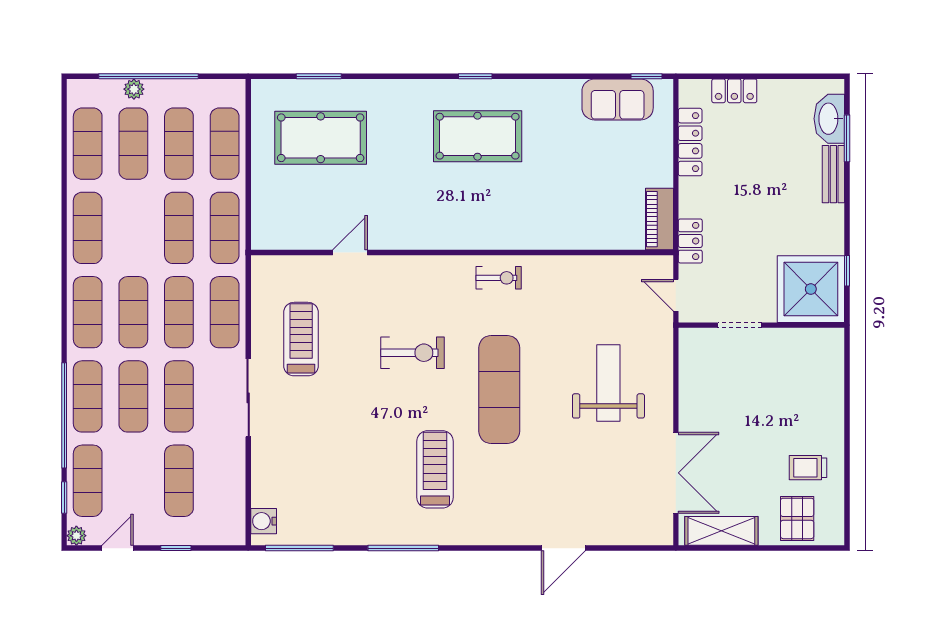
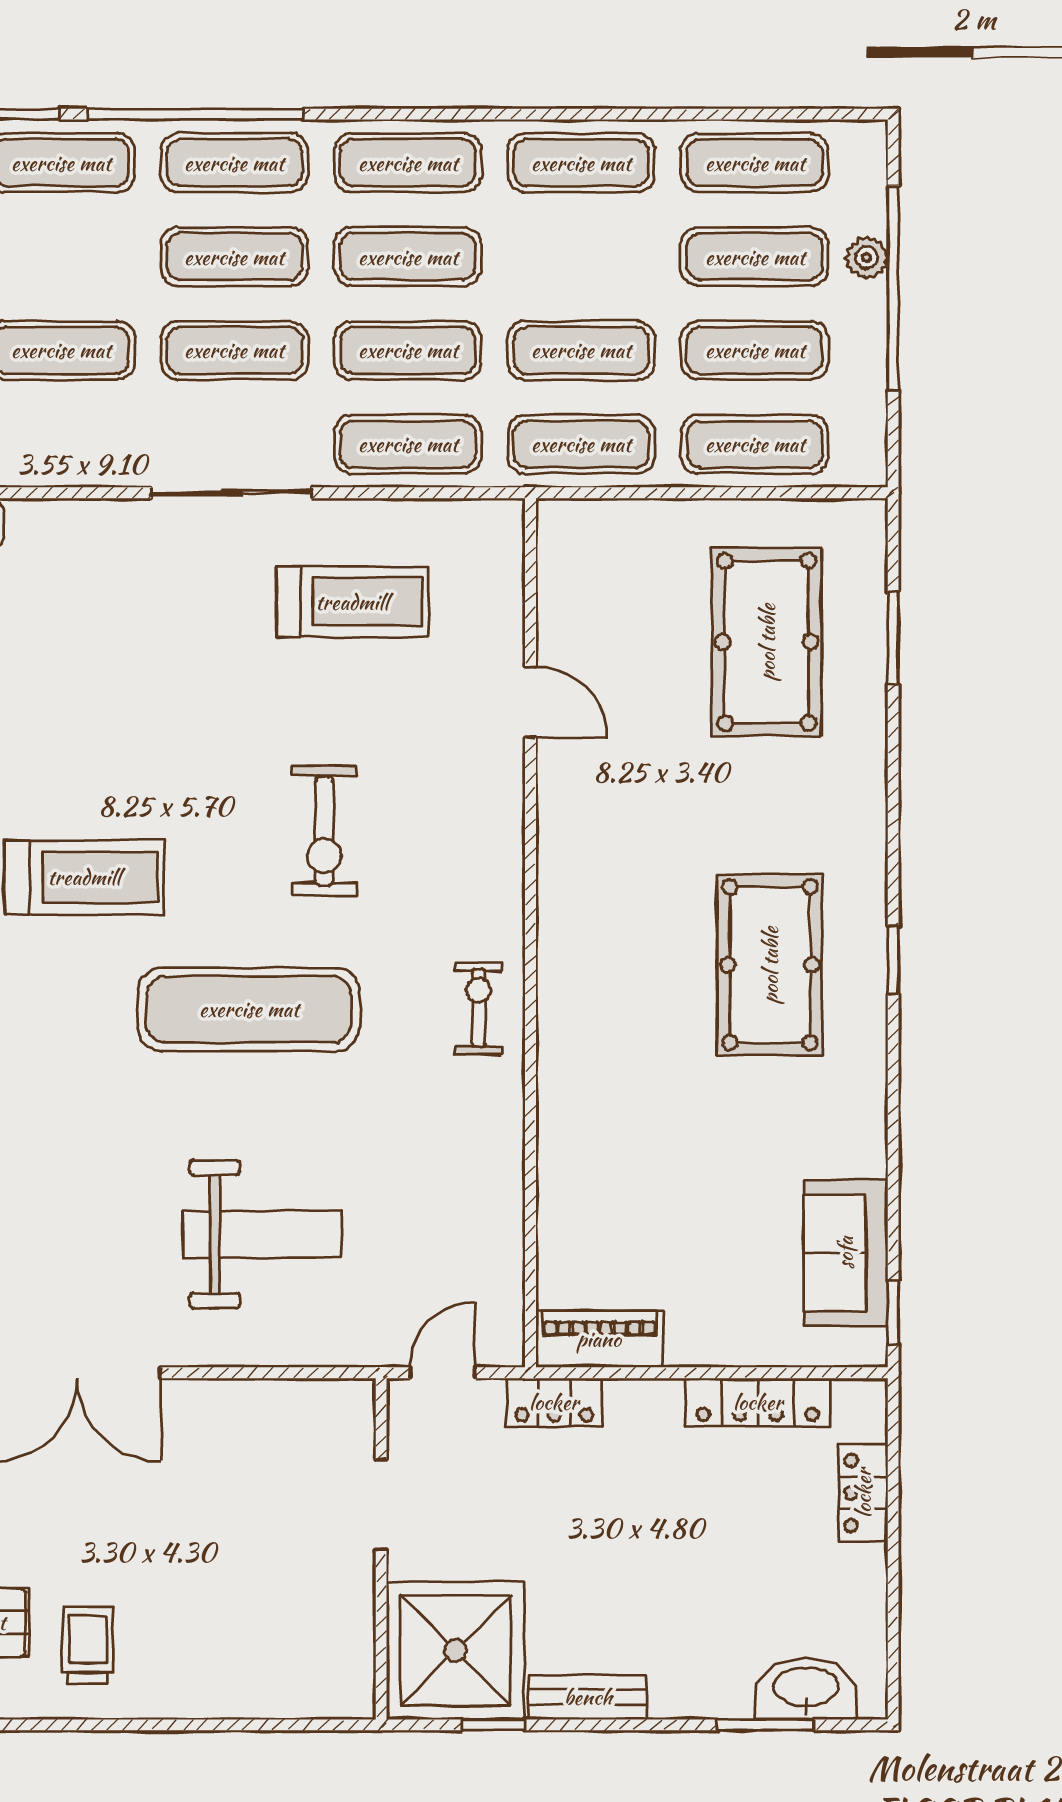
bench: (833, 174) -> (588, 1697), moved
exercise bike: (499, 278) -> (478, 1008), turned 180

